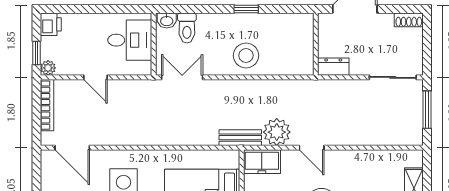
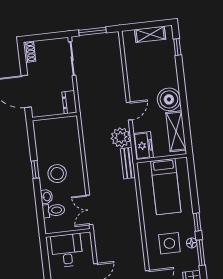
washbasin: (167, 21) -> (47, 197), moved
stool: (246, 56) -> (57, 174), moved

